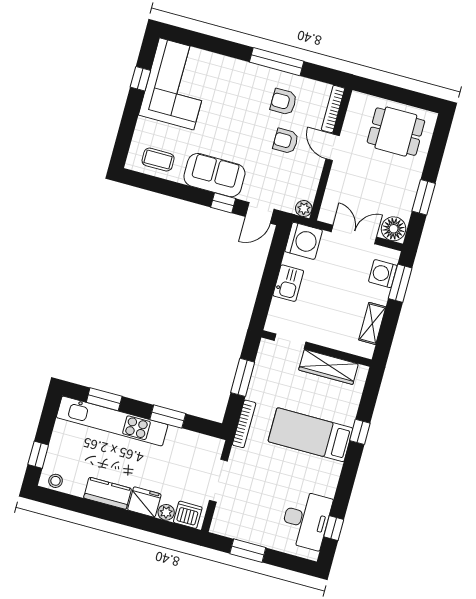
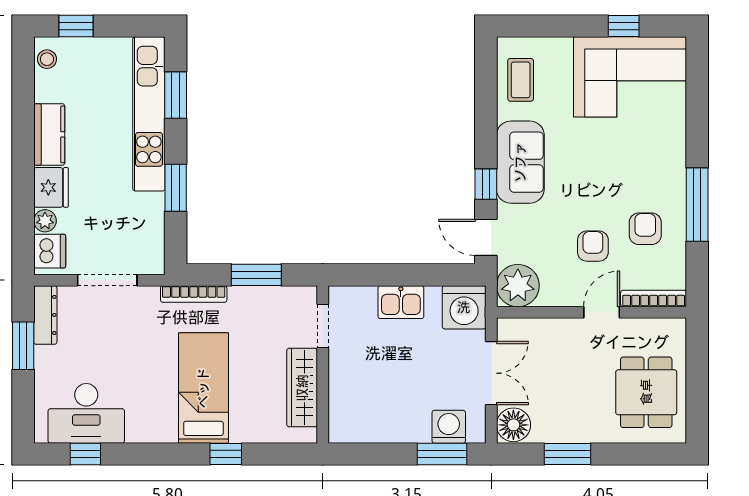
plant: (304, 209) -> (518, 286), width x1.88, depth x1.88
shelving: (372, 323) -> (377, 431), removed
dresser: (231, 530) -> (45, 315), added

